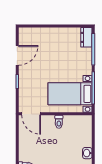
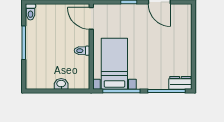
door: (31, 114) -> (91, 18), hinge flipped
washbasin: (87, 153) -> (61, 84), moved

